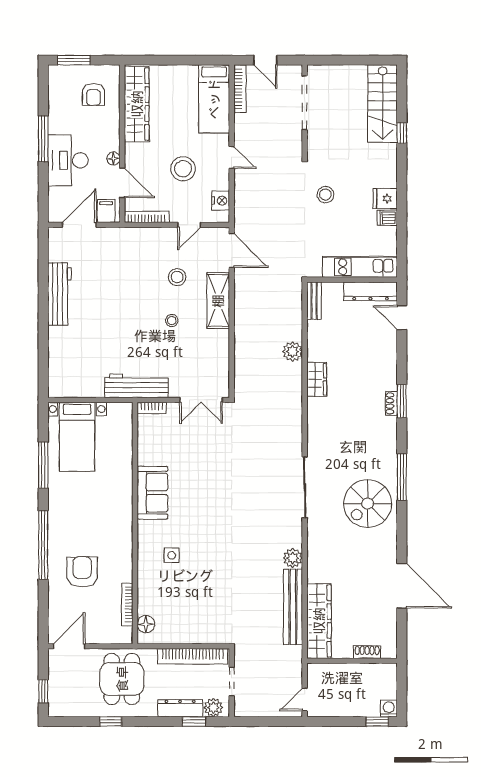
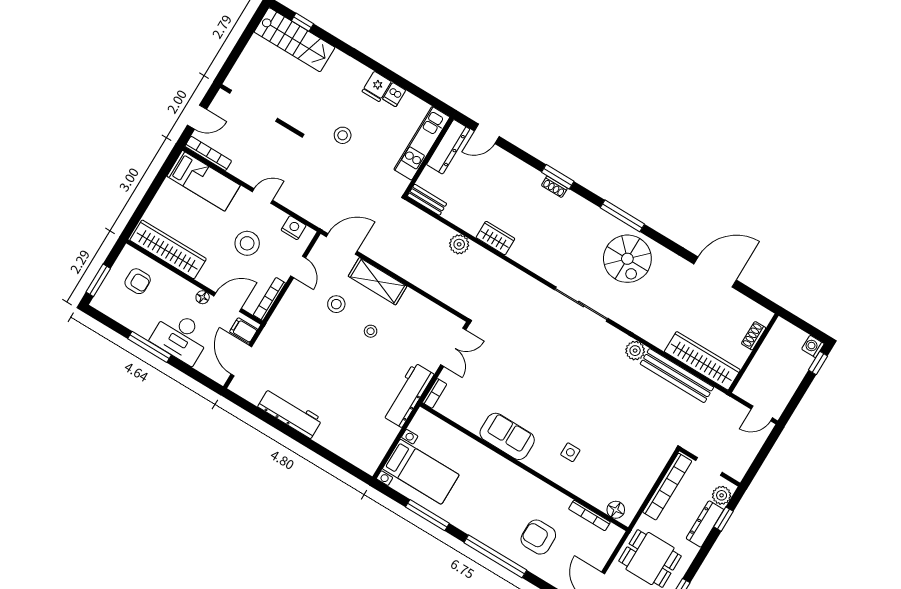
window: (402, 133) -> (302, 22), moved
door: (305, 699) -> (762, 413), hinge flipped

